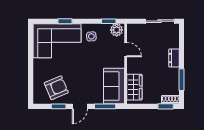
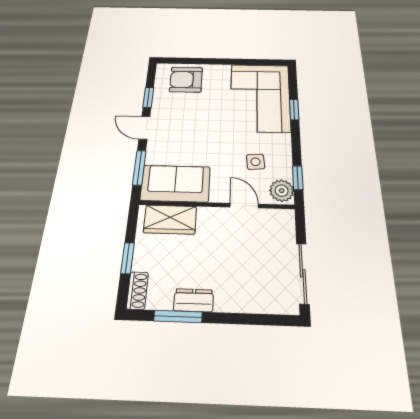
side table: (91, 36) -> (256, 162), moved
door: (126, 50) -> (244, 206), swing flipped
dresser: (174, 58) -> (194, 300), moved
armchair: (56, 88) -> (186, 80), moved, turned 113
window: (166, 106) -> (128, 258), moved

